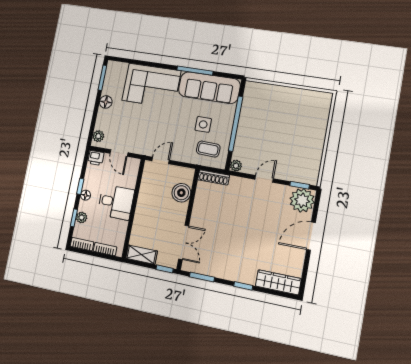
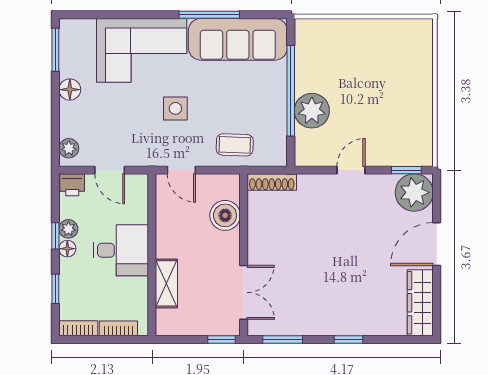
side table: (203, 124) -> (175, 108), moved
coffee table: (208, 149) -> (235, 145), moved
door: (161, 160) -> (181, 170), swing flipped
plant: (236, 166) -> (312, 111), moved, width x1.88, depth x1.88
plant: (82, 217) -> (68, 229), moved
shelving: (141, 255) -> (166, 283), moved, turned 90
wardrobe: (278, 282) -> (420, 303), moved, turned -90

